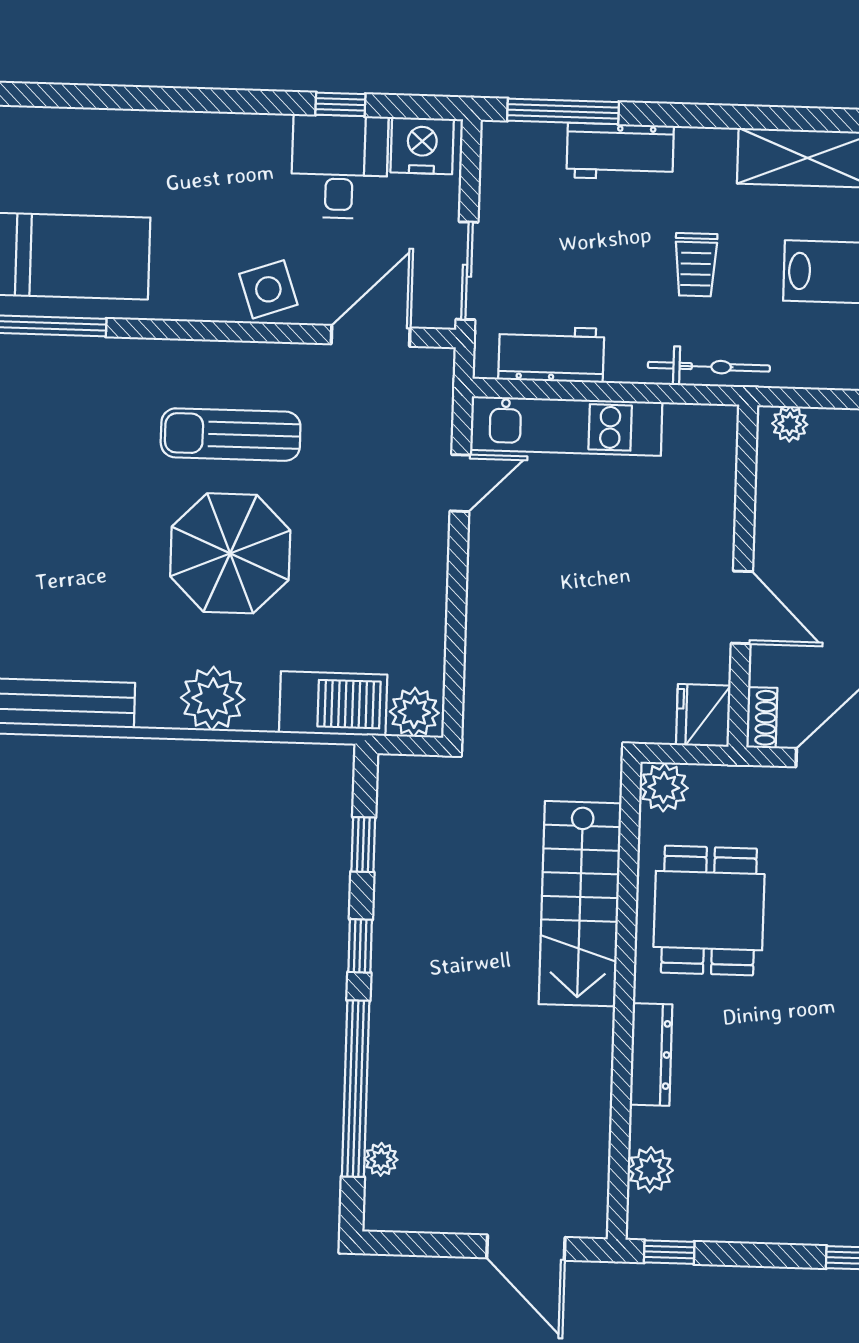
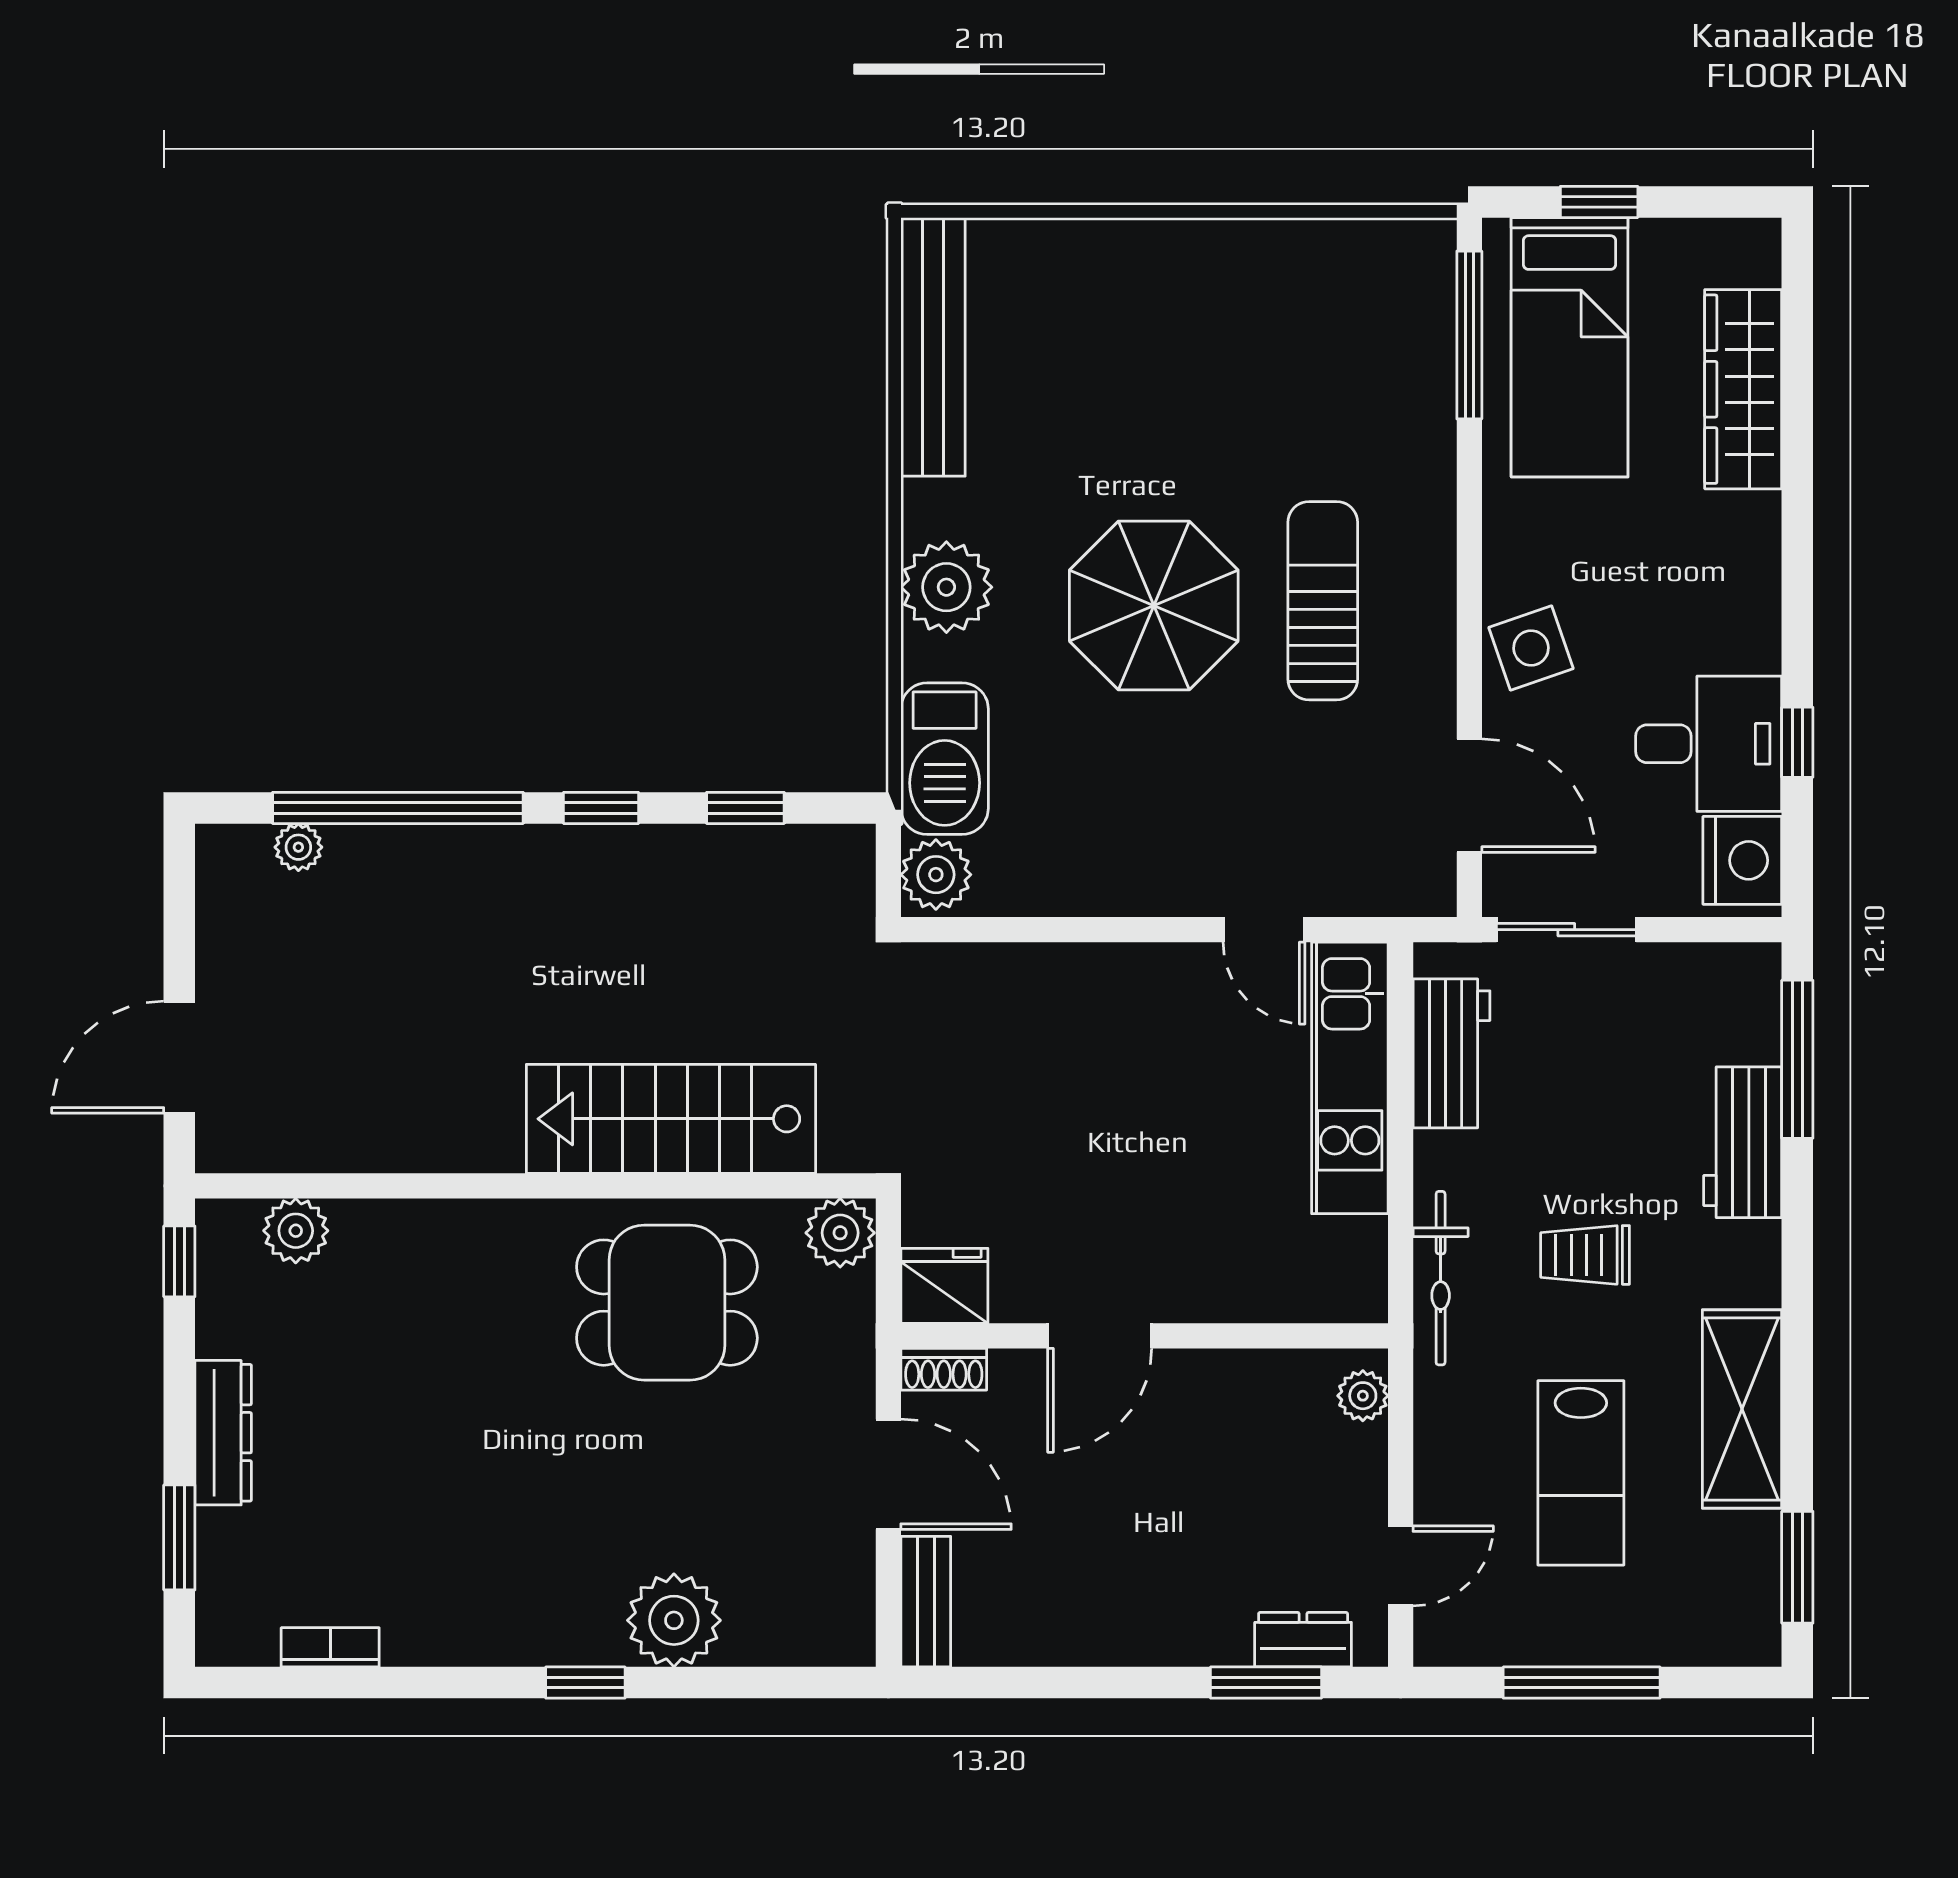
wardrobe: (91, 135) -> (1743, 389), added
dresser: (651, 1055) -> (223, 1433), moved, turned -90

